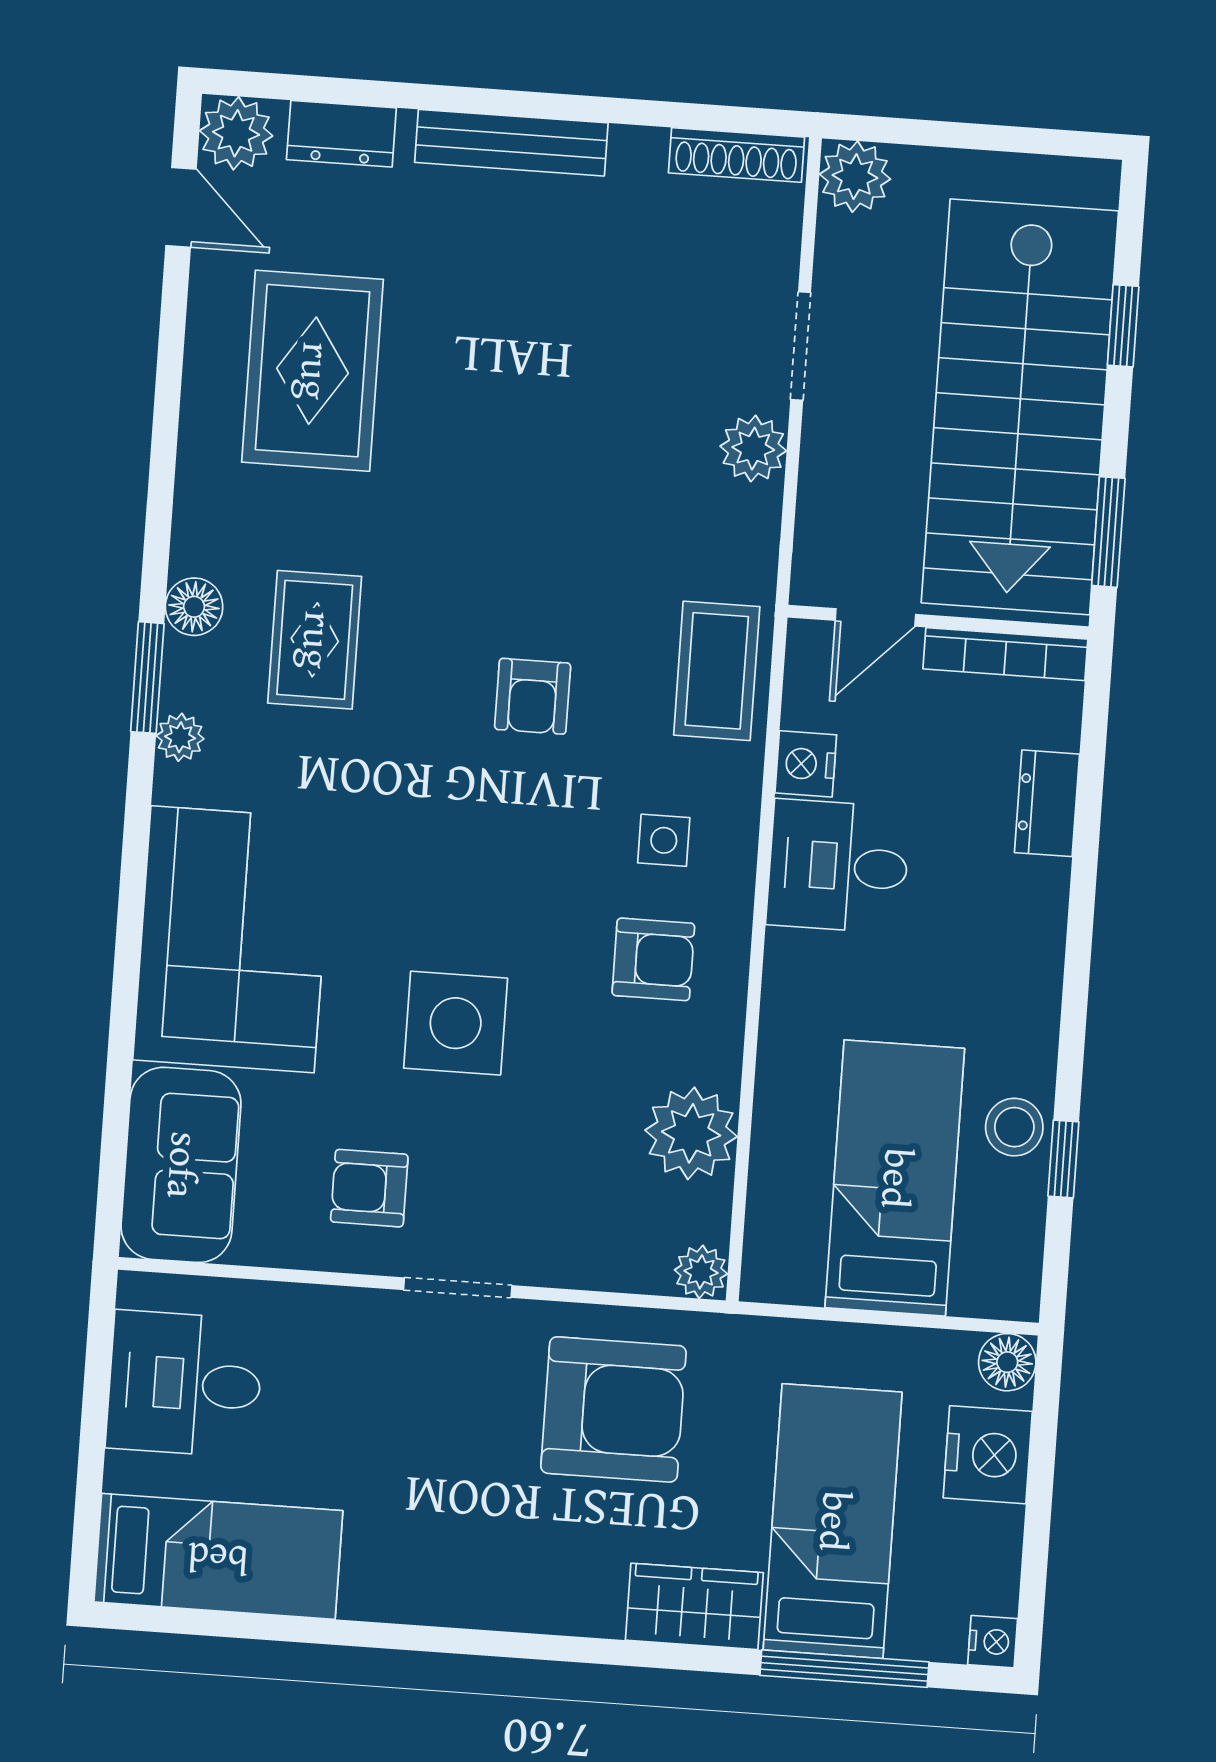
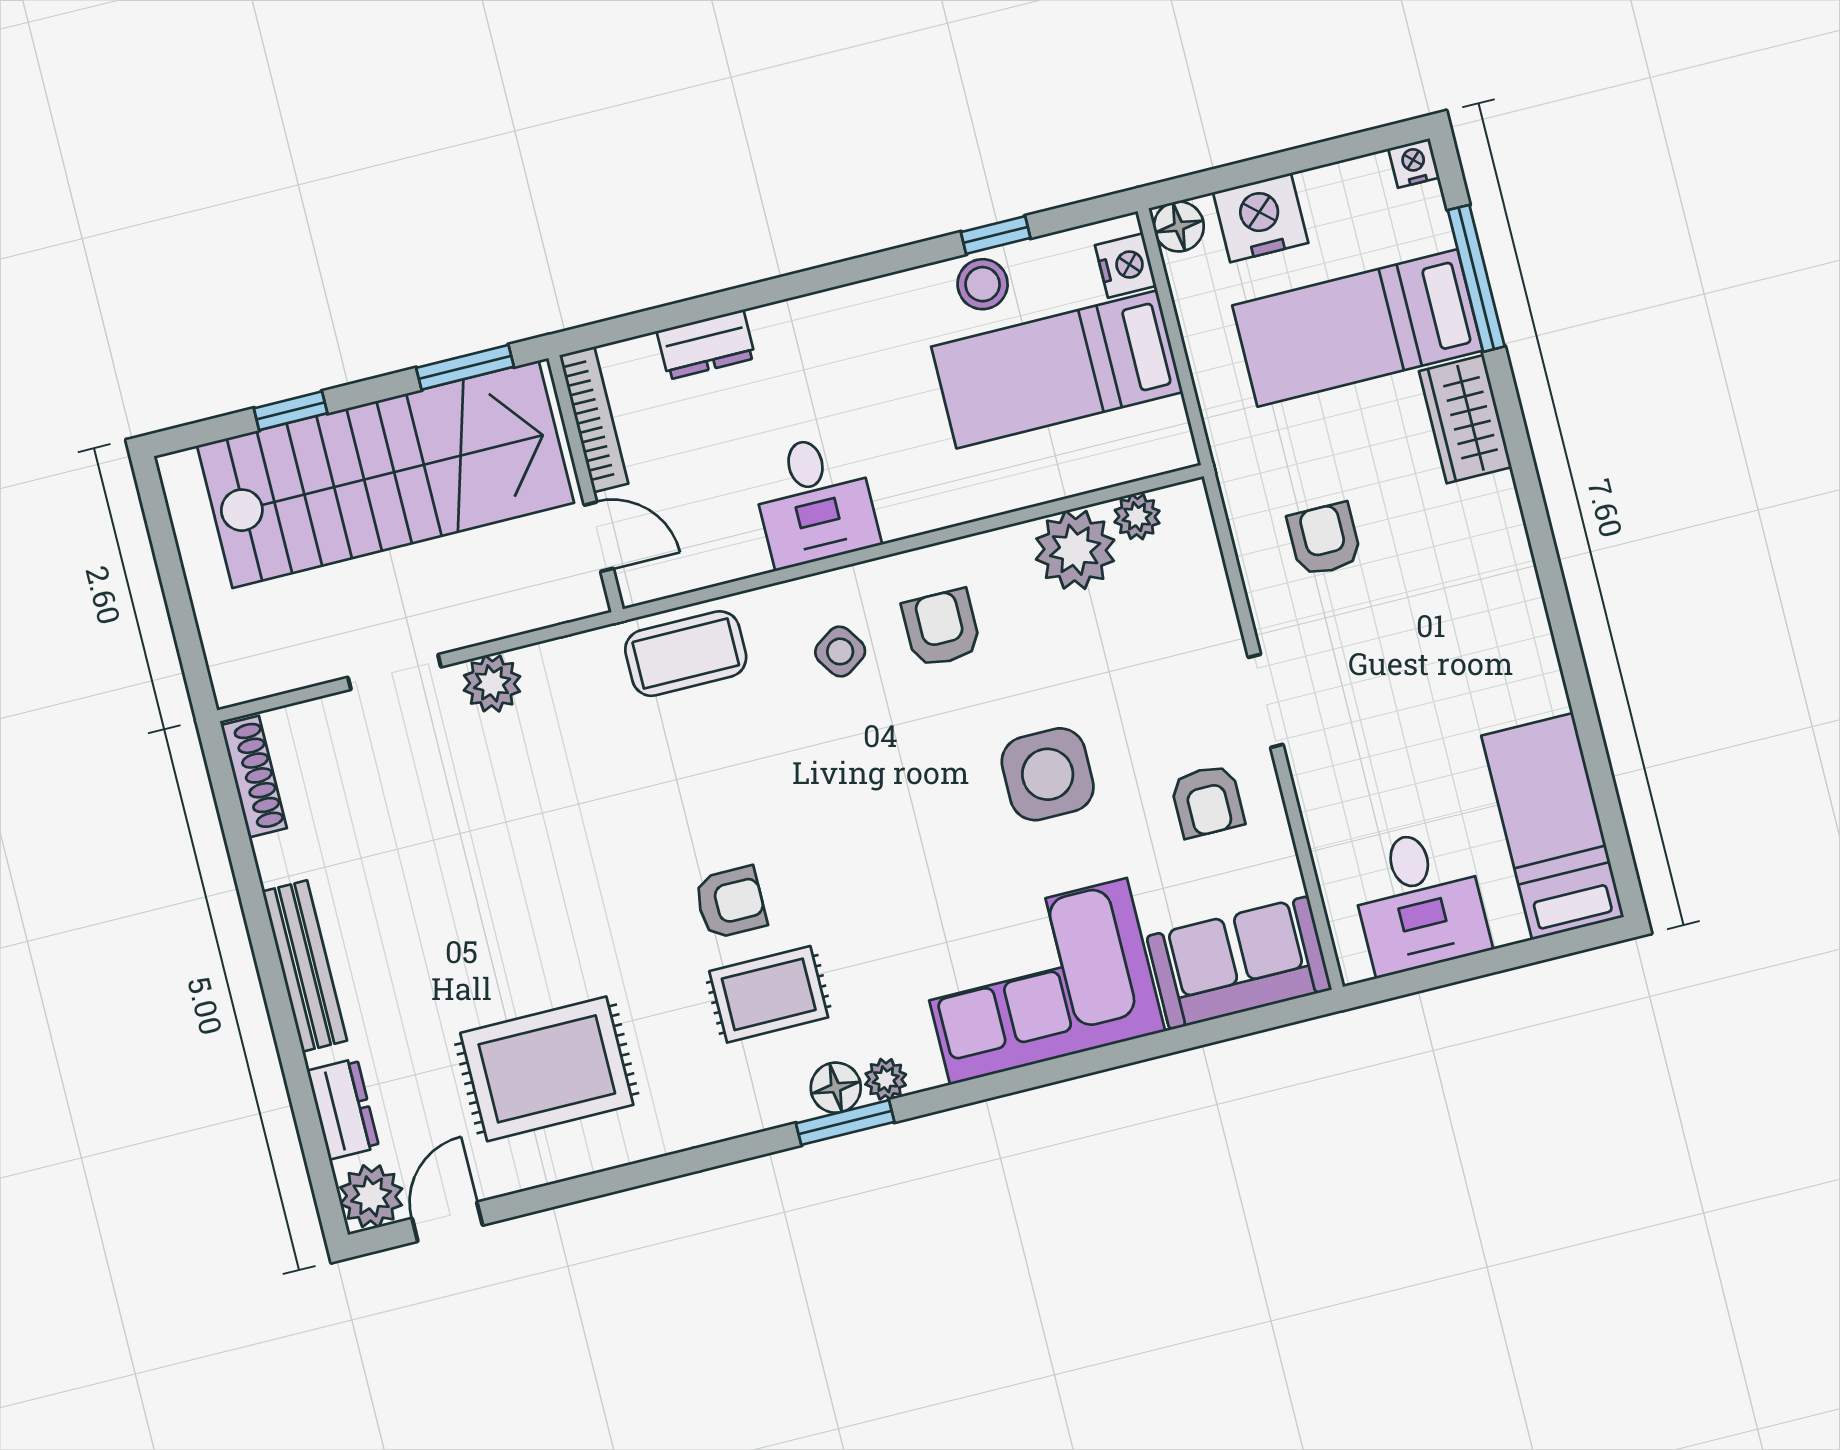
plant: (855, 177) -> (240, 673), removed
floor lamp: (194, 607) -> (836, 1088), moved
armchair: (533, 696) -> (730, 902), moved
nightstand: (806, 764) -> (1126, 266), moved, turned -90
side table: (664, 840) -> (840, 651), turned -34
plant: (701, 1272) -> (1137, 517), moved
armchair: (613, 1409) -> (1324, 539), width x0.53, depth x0.53

